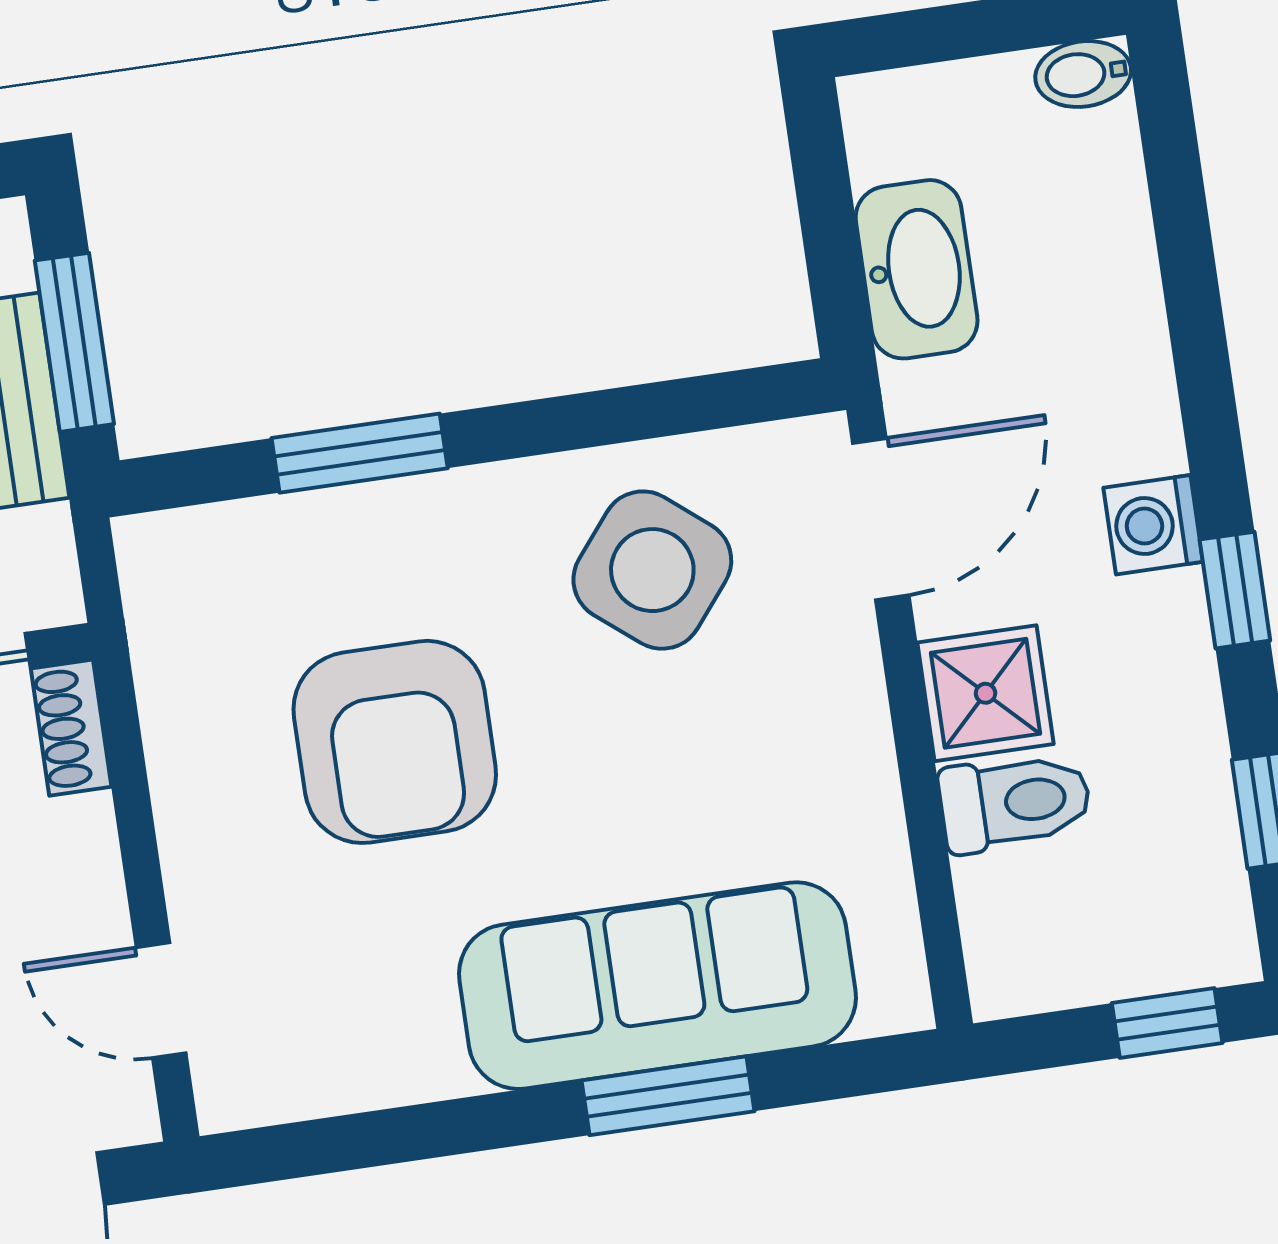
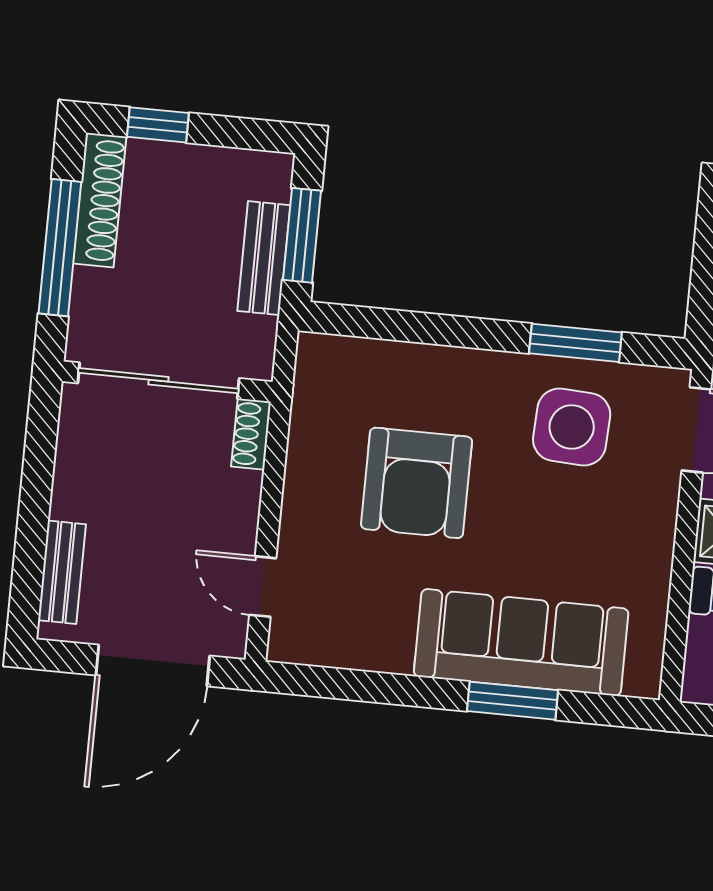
window: (360, 453) -> (575, 343), moved
side table: (652, 570) -> (572, 427), turned -36

